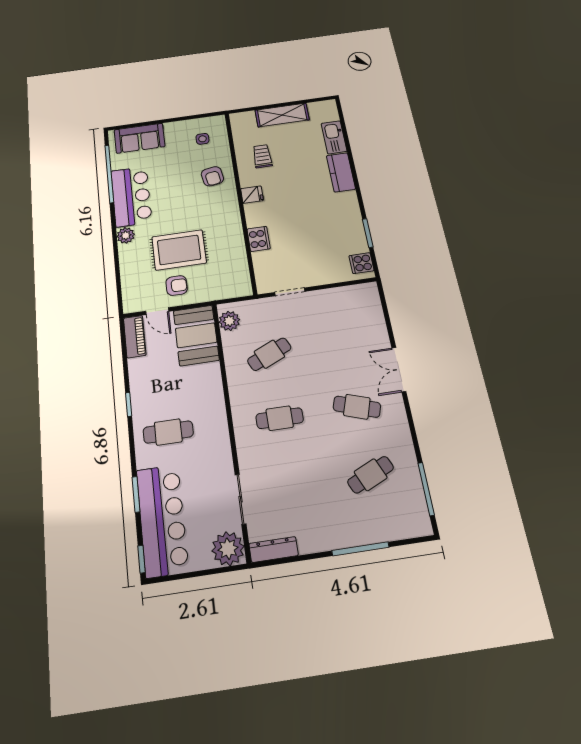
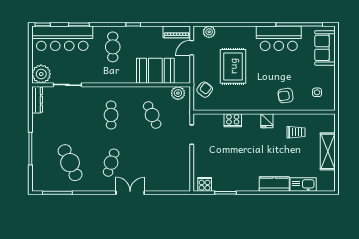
plant: (126, 235) -> (209, 32), moved
armchair: (177, 286) -> (205, 90), moved, turned -143
booth: (196, 335) -> (155, 71), moved
cafe table: (371, 475) -> (70, 163), width x1.37, depth x1.35

